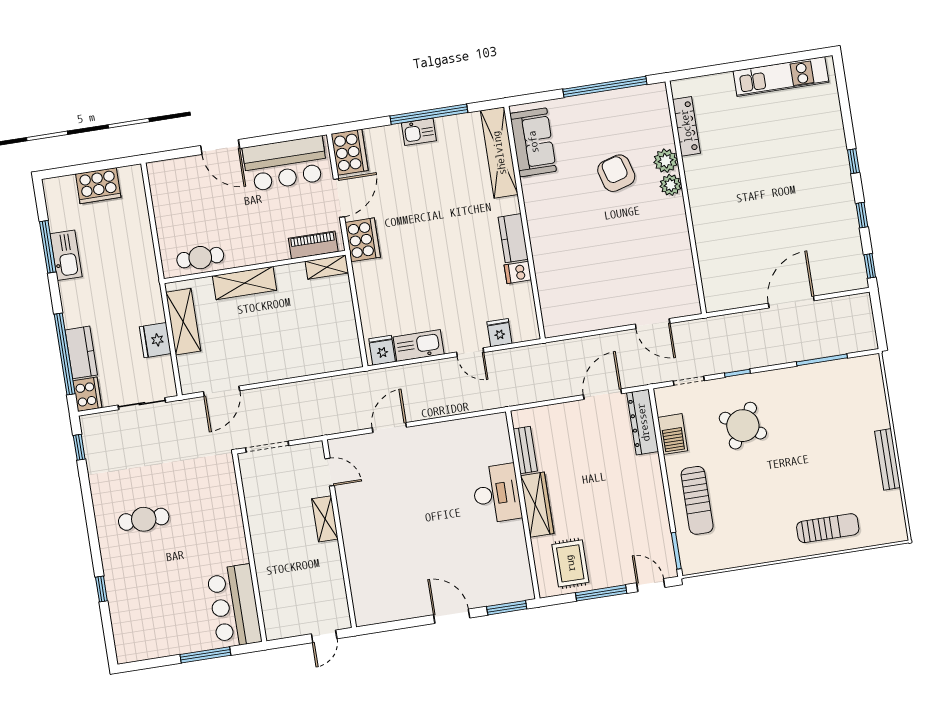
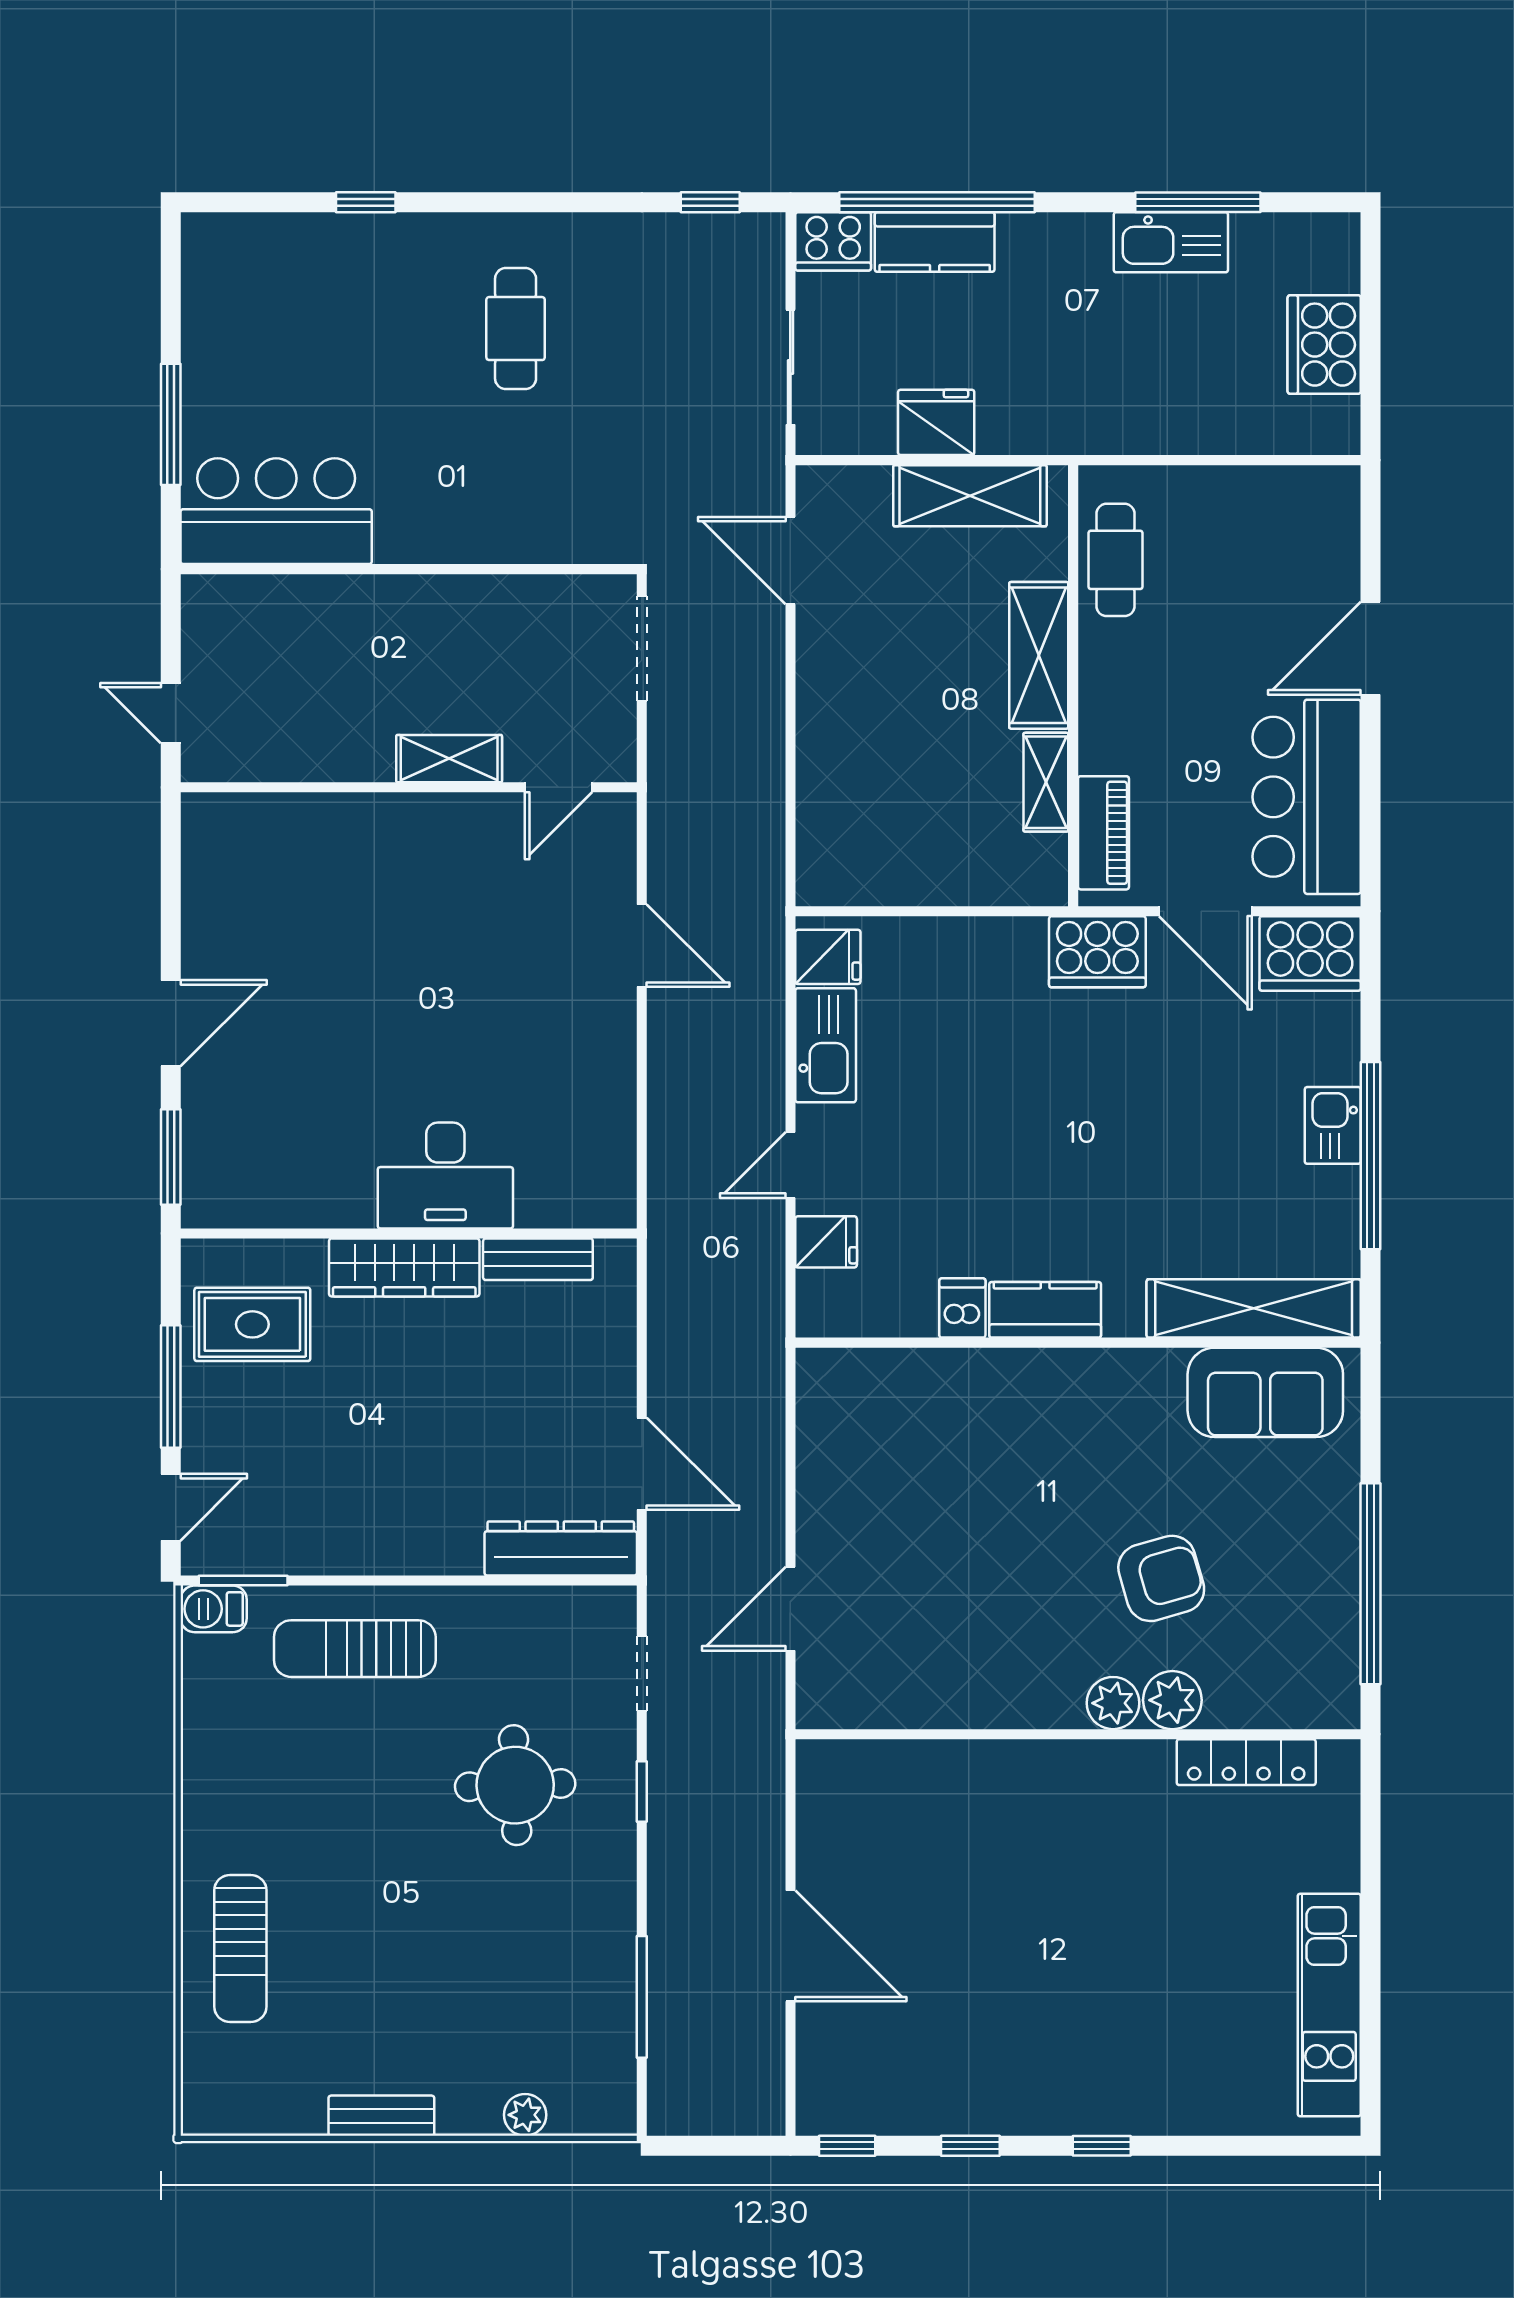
shelving: (327, 267) -> (1046, 782), moved
plant: (878, 400) -> (525, 2115), added
round table: (743, 426) -> (515, 1785), turned -34
barbecue: (673, 434) -> (214, 1609), moved, width x0.73, depth x0.79
bench: (887, 459) -> (381, 2116), width x0.73

